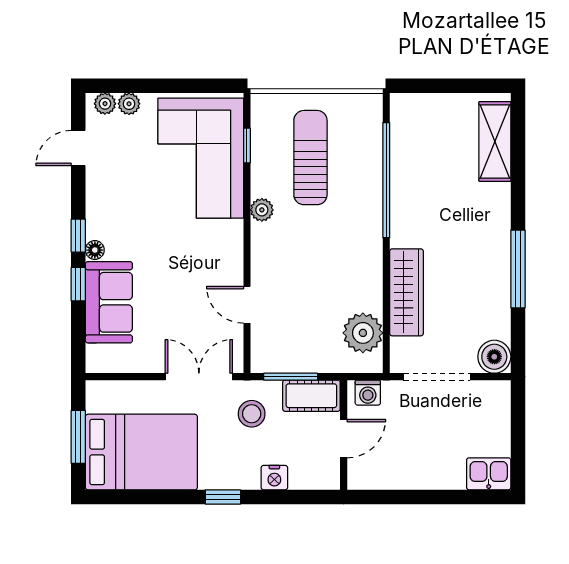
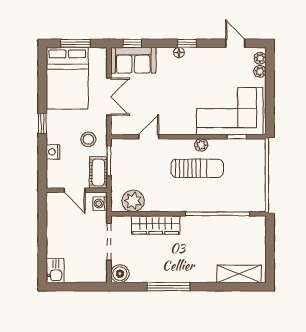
sun lounger: (310, 158) -> (197, 168), moved
window: (78, 284) -> (132, 43), moved
sofa: (109, 302) -> (133, 60), moved
double door: (199, 377) -> (109, 97), moved

